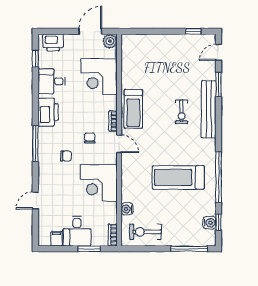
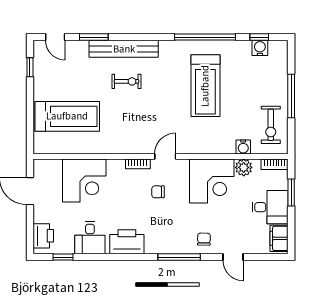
plant: (110, 41) -> (244, 167), moved
treadmill: (133, 109) -> (67, 116), moved, width x1.37, depth x1.38
window: (35, 143) -> (179, 257), moved
chair: (66, 156) -> (204, 239), moved
filing cabinet: (56, 239) -> (279, 238), width x2.00
window: (189, 249) -> (291, 96), moved

